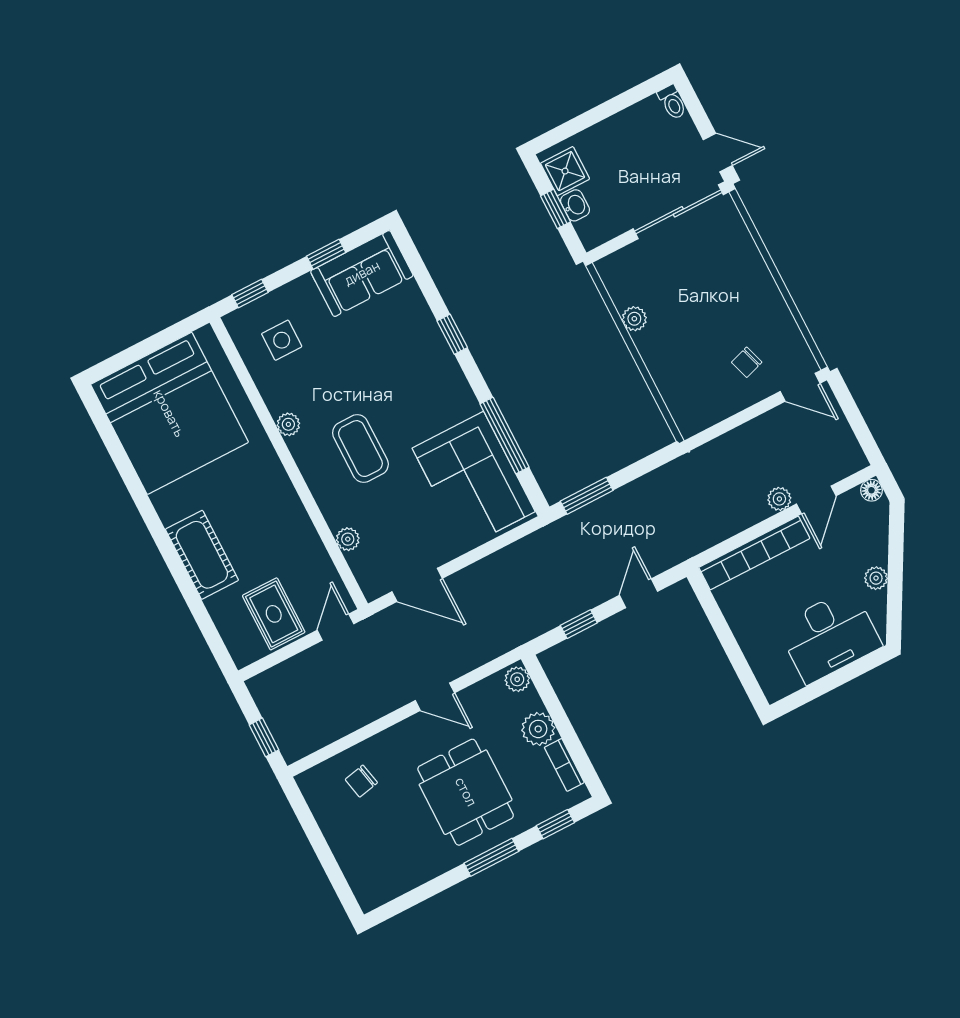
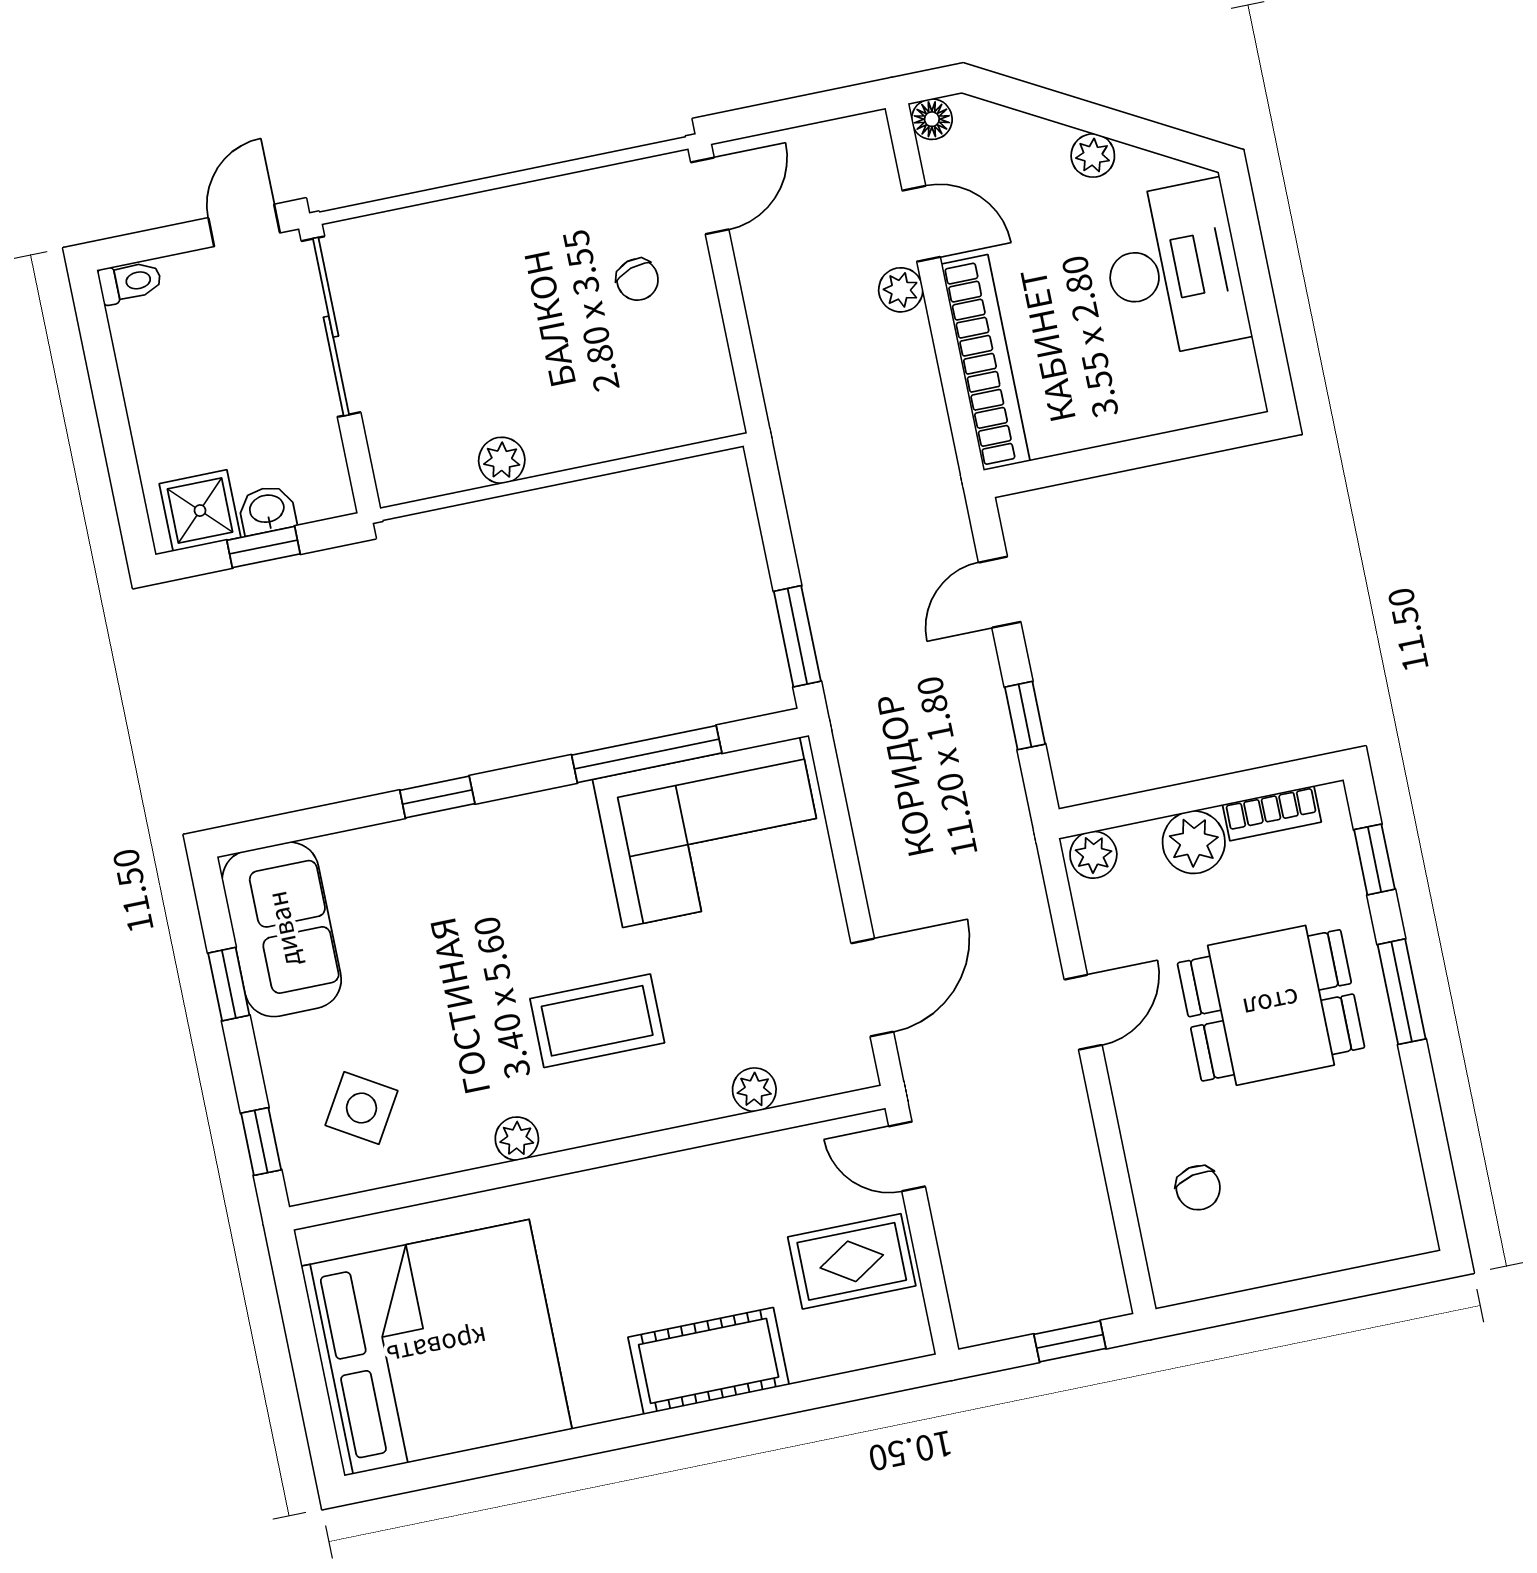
side table: (282, 340) -> (361, 1108), turned 31
door: (638, 593) -> (1000, 592), hinge flipped

